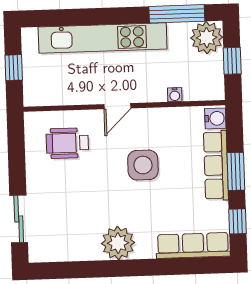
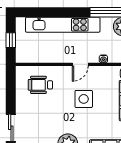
door: (117, 106) -> (80, 64), moved

